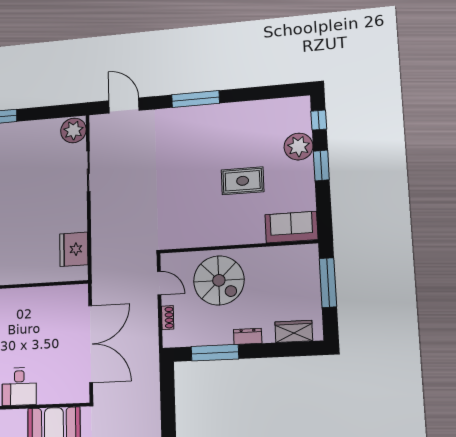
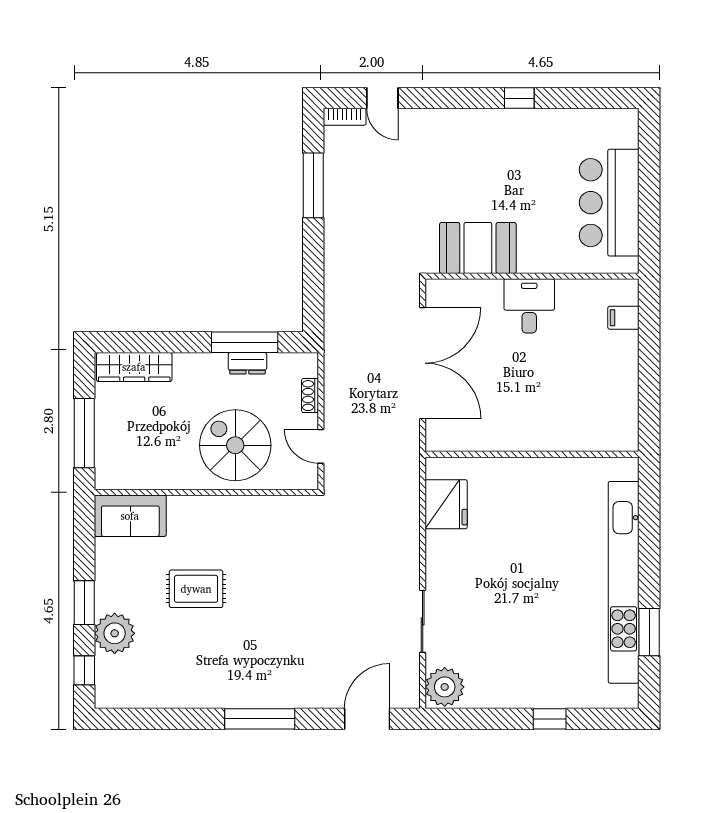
door: (124, 106) -> (367, 719), swing flipped
wardrobe: (294, 331) -> (134, 367), width x1.50
dresser: (248, 336) -> (247, 363), moved
double door: (91, 344) -> (423, 363), swing flipped

